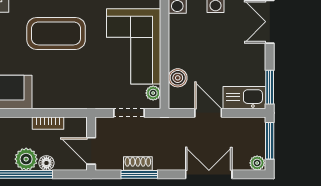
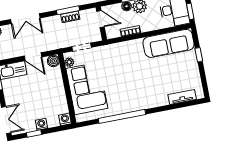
coffee table: (56, 33) -> (136, 87), removed
boiler: (178, 78) -> (53, 61), moved

